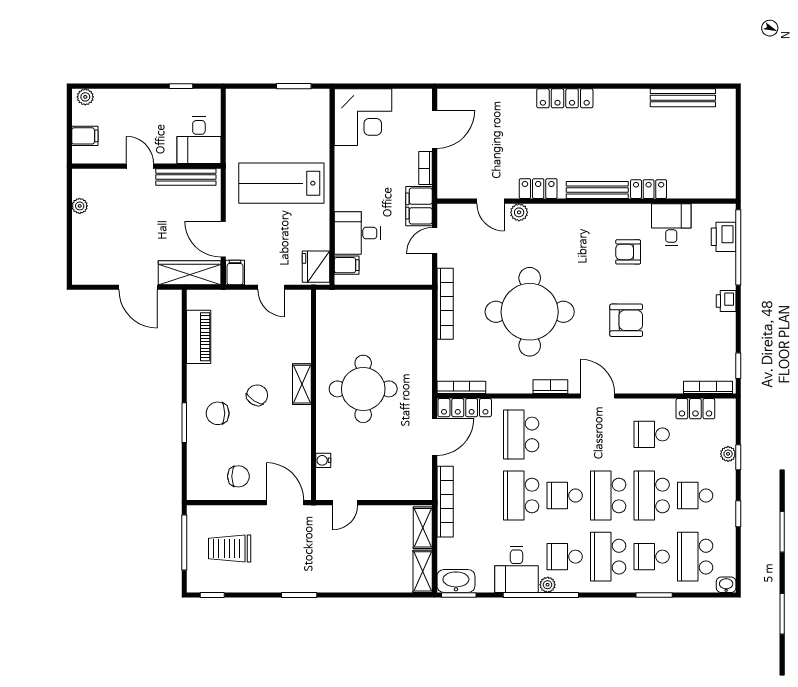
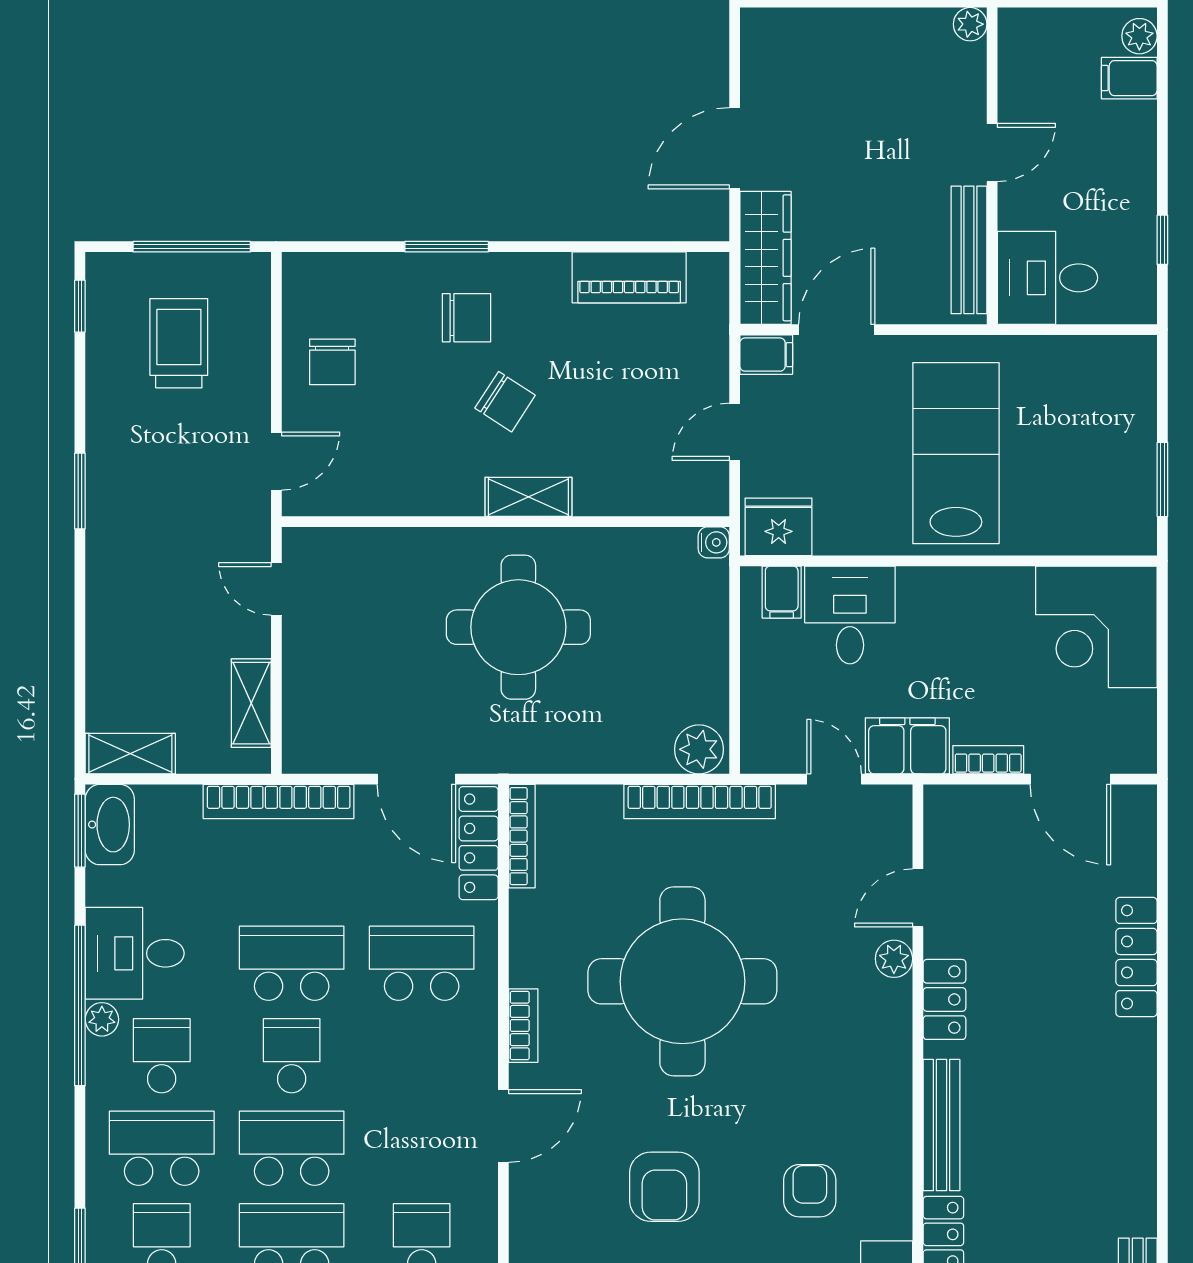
locker: (565, 98) -> (1136, 957), moved
filing cabinet: (85, 136) -> (1129, 78), moved, turned 90
plant: (80, 206) -> (970, 24), moved
plant: (421, 304) -> (699, 749), added
chair: (218, 413) -> (466, 318), turned 90
water cooler: (323, 460) -> (714, 542), moved, turned 90
door: (285, 503) -> (276, 461), width x0.73
shelving: (423, 528) -> (251, 703), moved, turned 90

